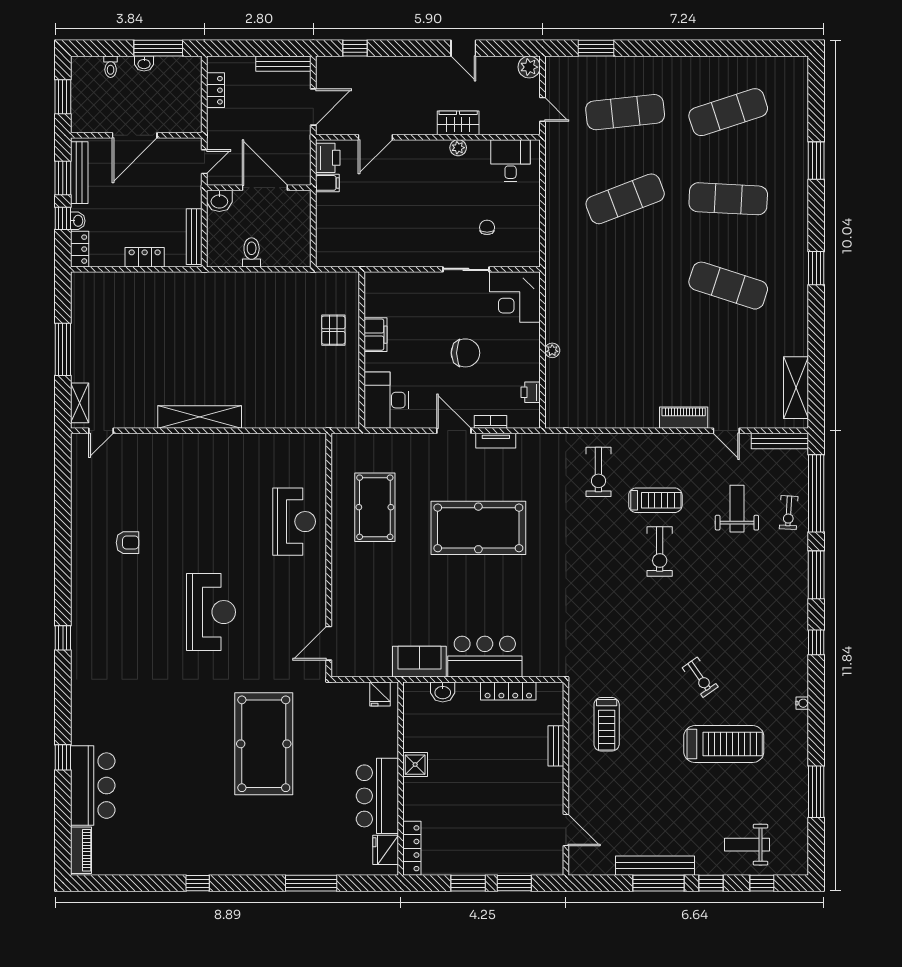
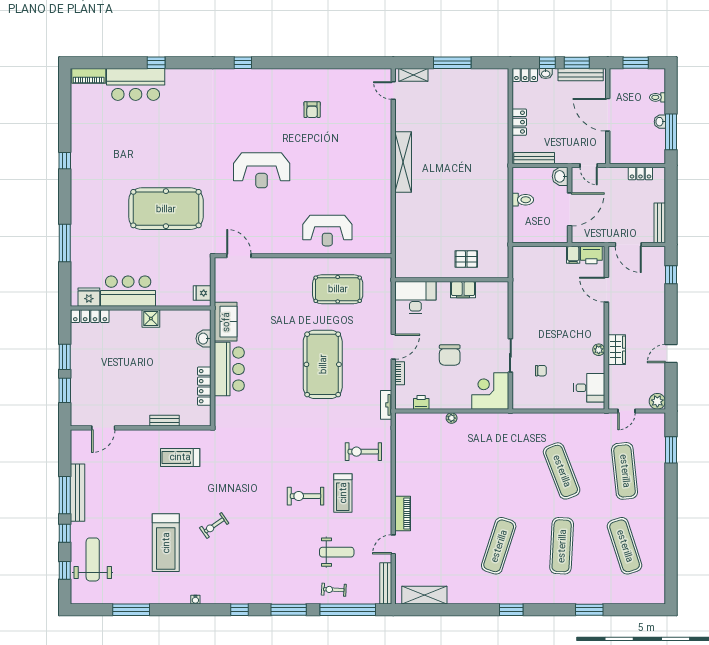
tv unit: (496, 441) -> (386, 405), moved
weight bench: (747, 845) -> (93, 559), width x1.36, depth x1.33

